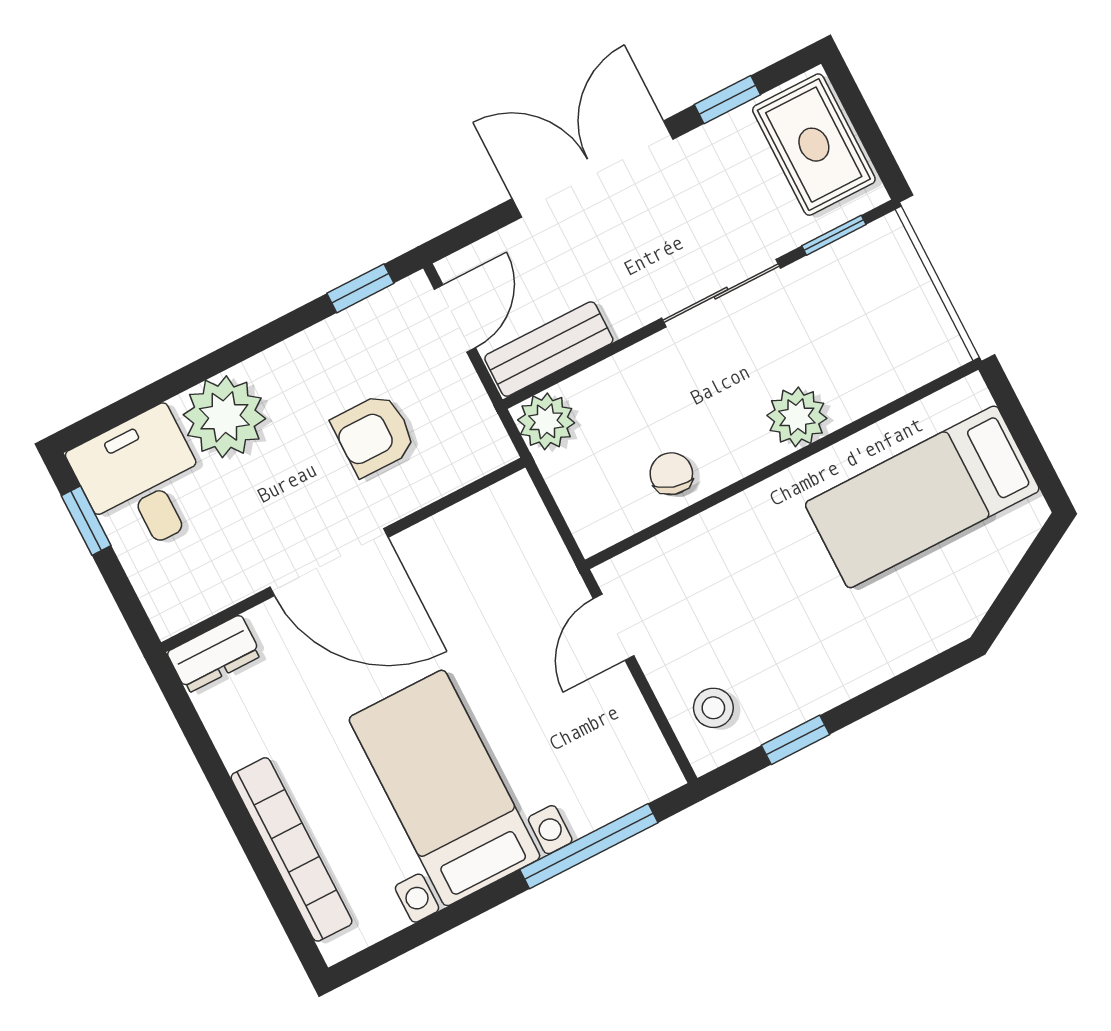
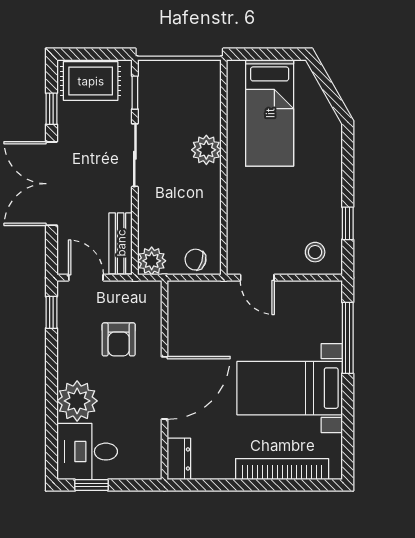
chair: (671, 474) -> (195, 260), moved

